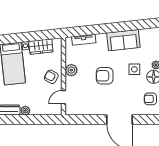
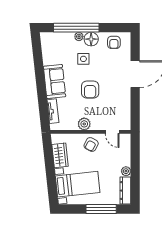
sofa: (123, 40) -> (55, 81), moved

